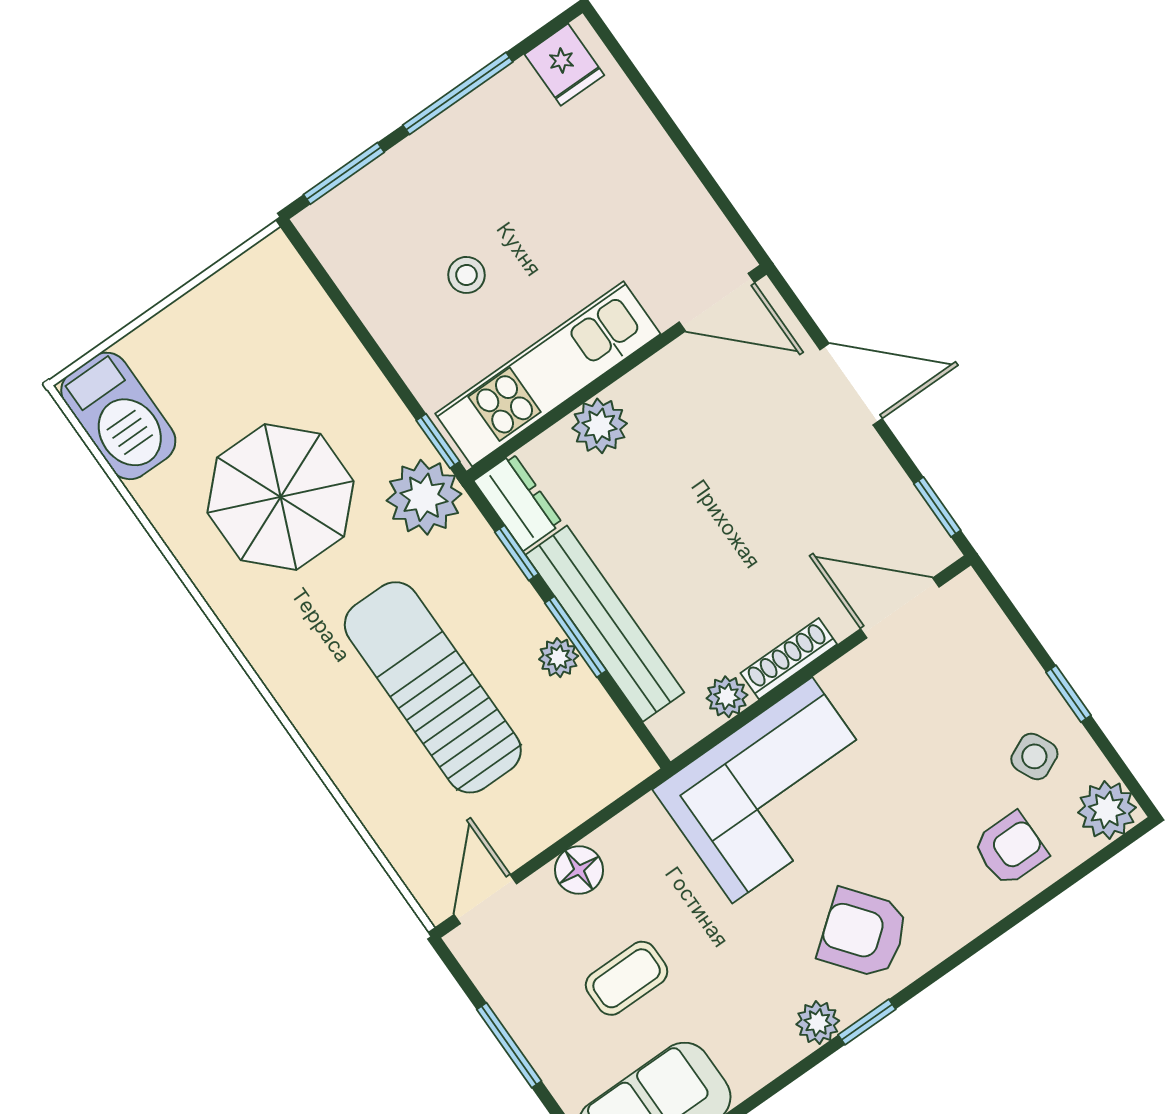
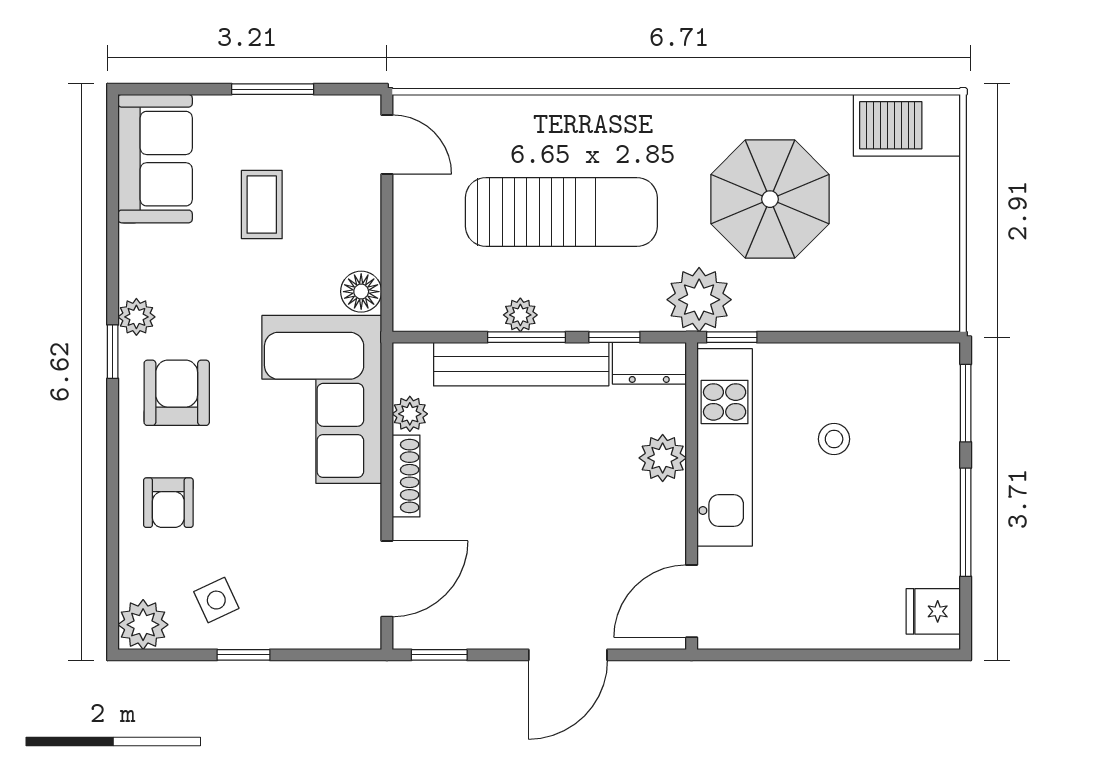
armchair: (1010, 849) -> (168, 503), moved
floor lamp: (579, 870) -> (361, 292), moved
armchair: (863, 933) -> (177, 393), turned -52

